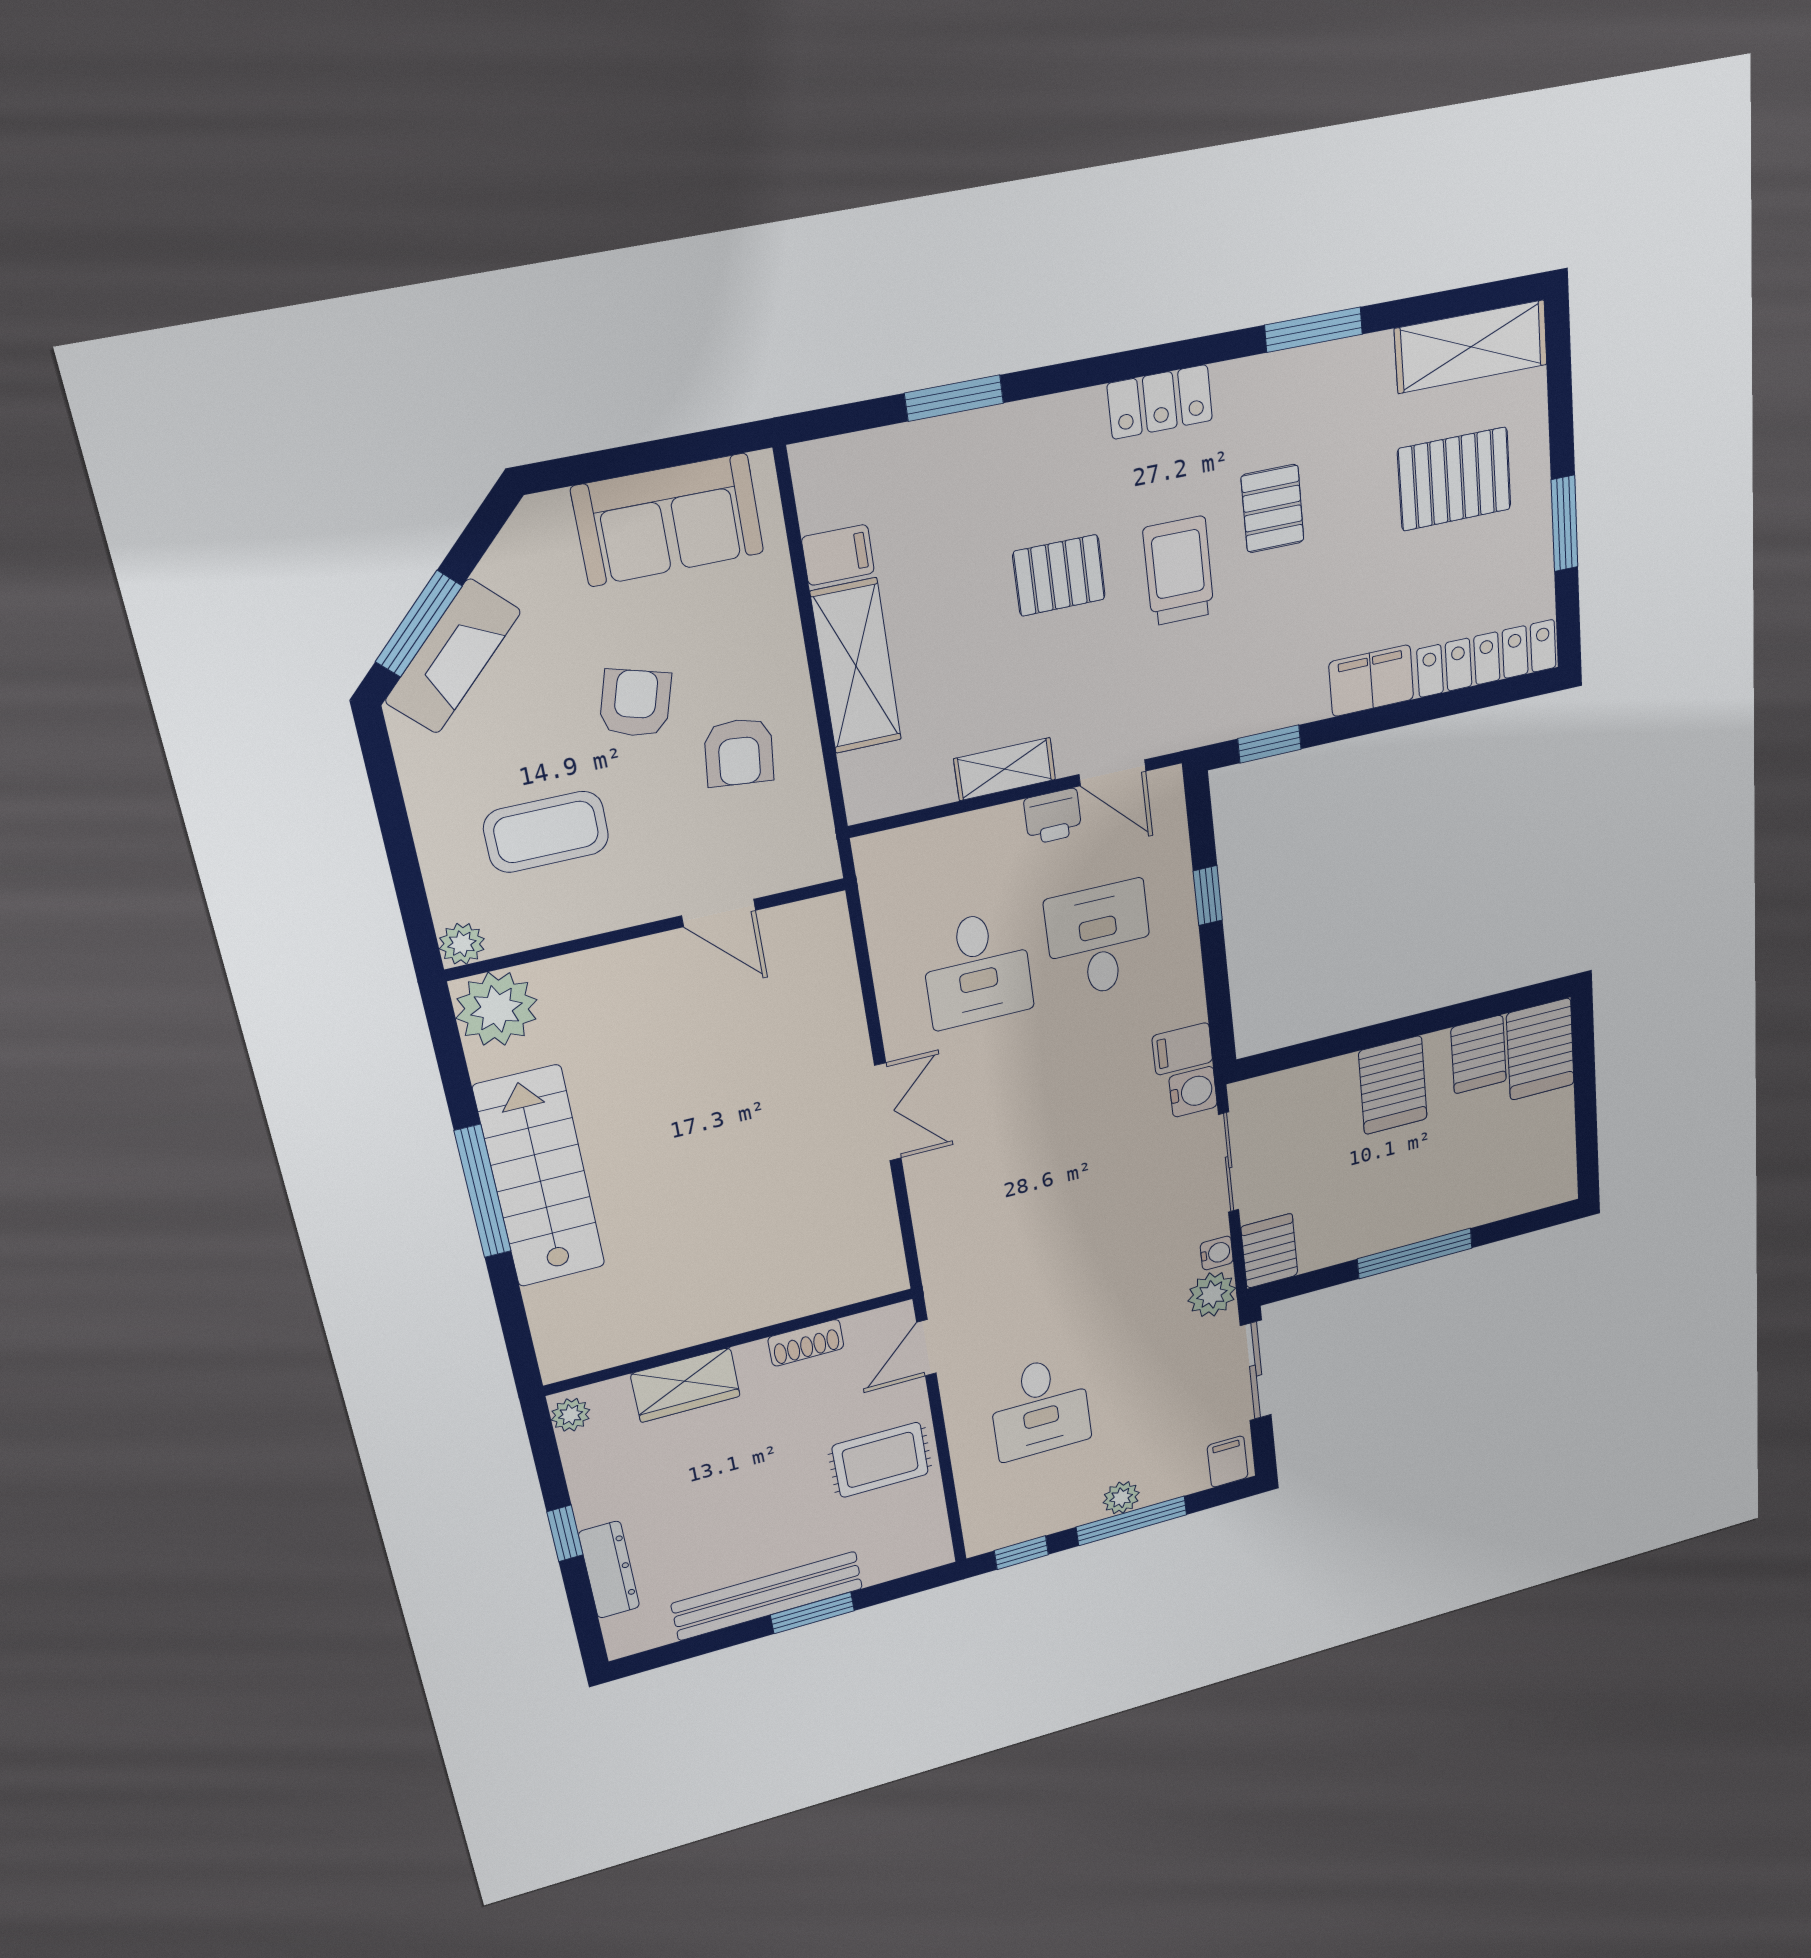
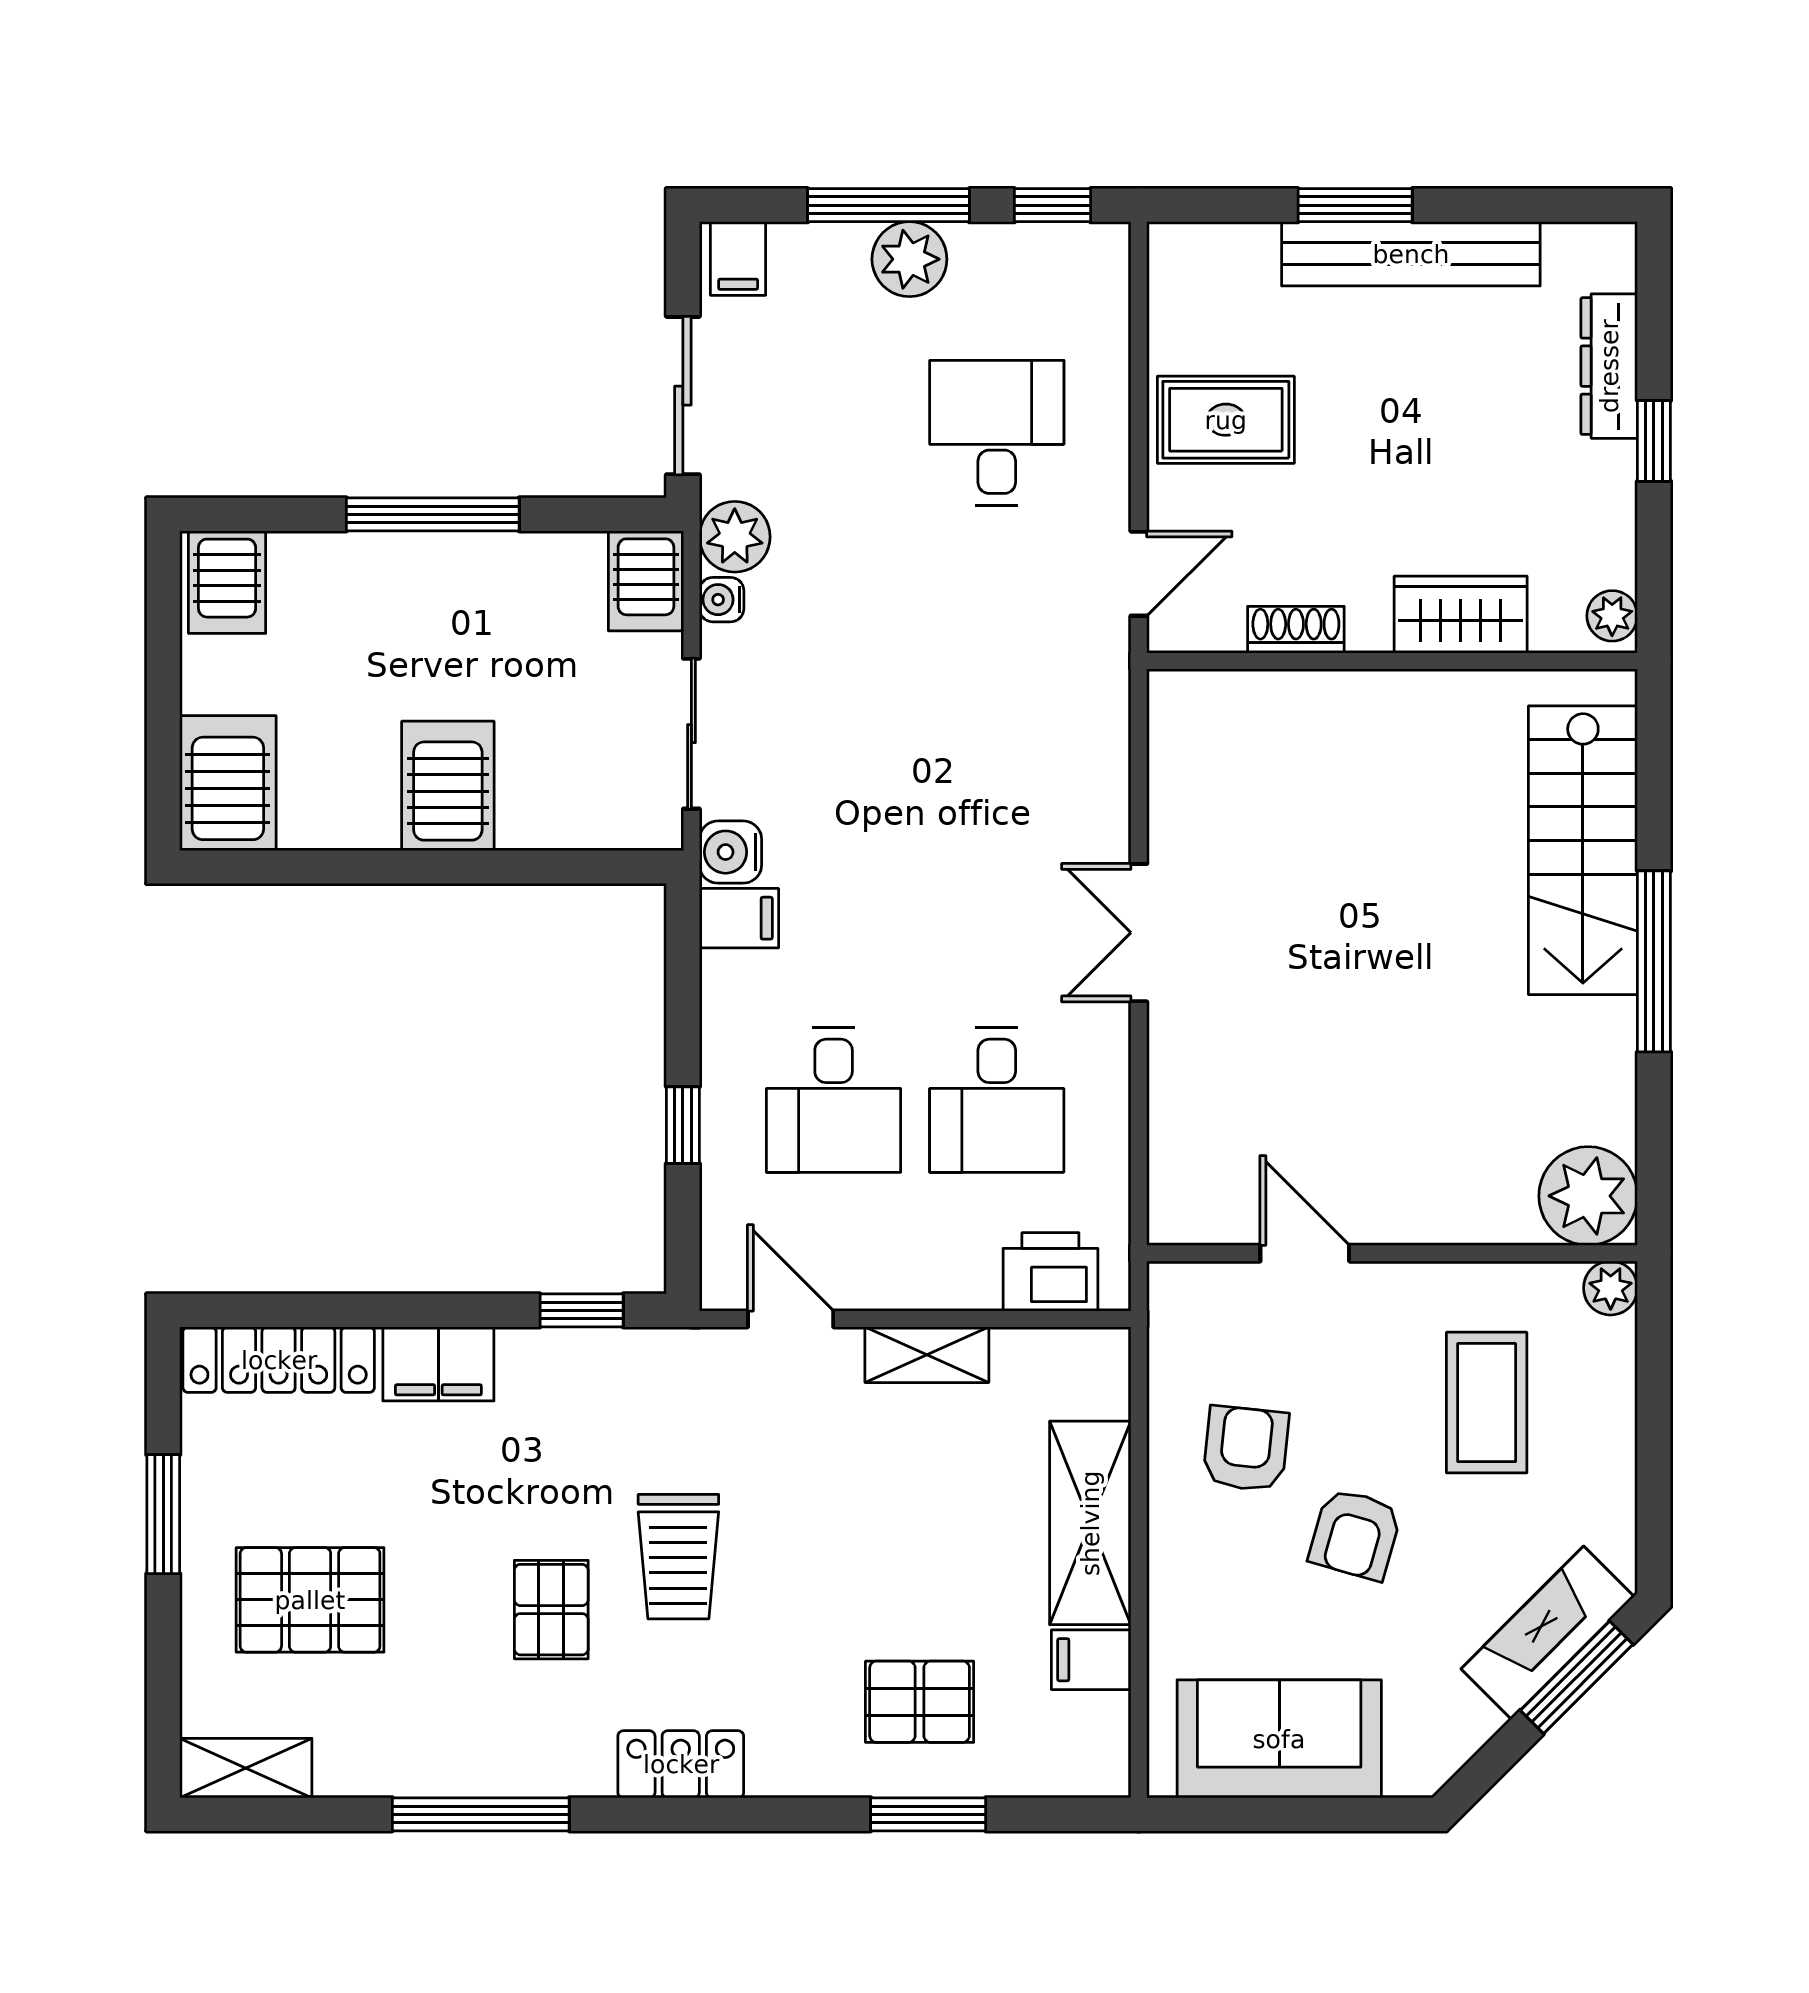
window: (1314, 330) -> (481, 1814), width x1.44
shelving: (1471, 347) -> (246, 1768), width x0.67, depth x0.75
pallet: (1059, 575) -> (920, 1702), moved
printer: (1053, 816) -> (1050, 1272), moved, width x1.36, depth x1.24
coffee table: (546, 832) -> (1487, 1403), turned 90
desk: (977, 969) -> (997, 1100), turned 180
server rack: (1479, 1054) -> (227, 582), moved, turned 180
stairs: (540, 1177) -> (1583, 850), moved
plant: (1121, 1498) -> (909, 259), width x1.38, depth x1.38

